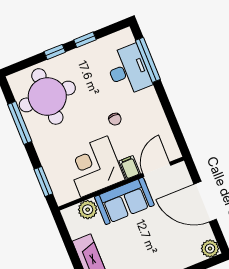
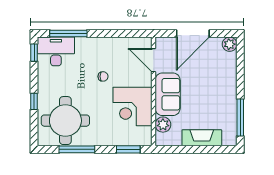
window: (85, 40) -> (34, 53), moved
desk: (128, 70) -> (56, 51), moved
filing cabinet: (130, 167) -> (144, 80), removed

